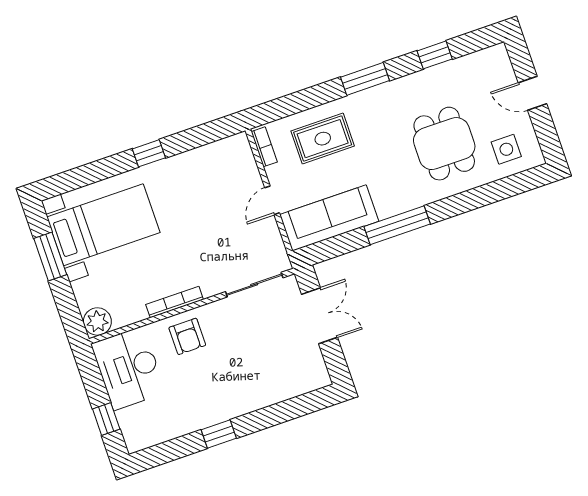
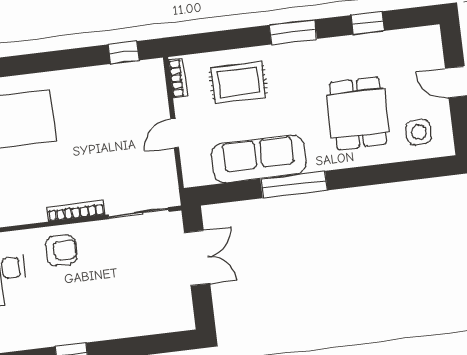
window: (149, 153) -> (124, 52), moved
sofa: (329, 218) -> (259, 159), moved
bookcase: (175, 302) -> (76, 211), moved
armchair: (187, 336) -> (61, 250), turned -90

